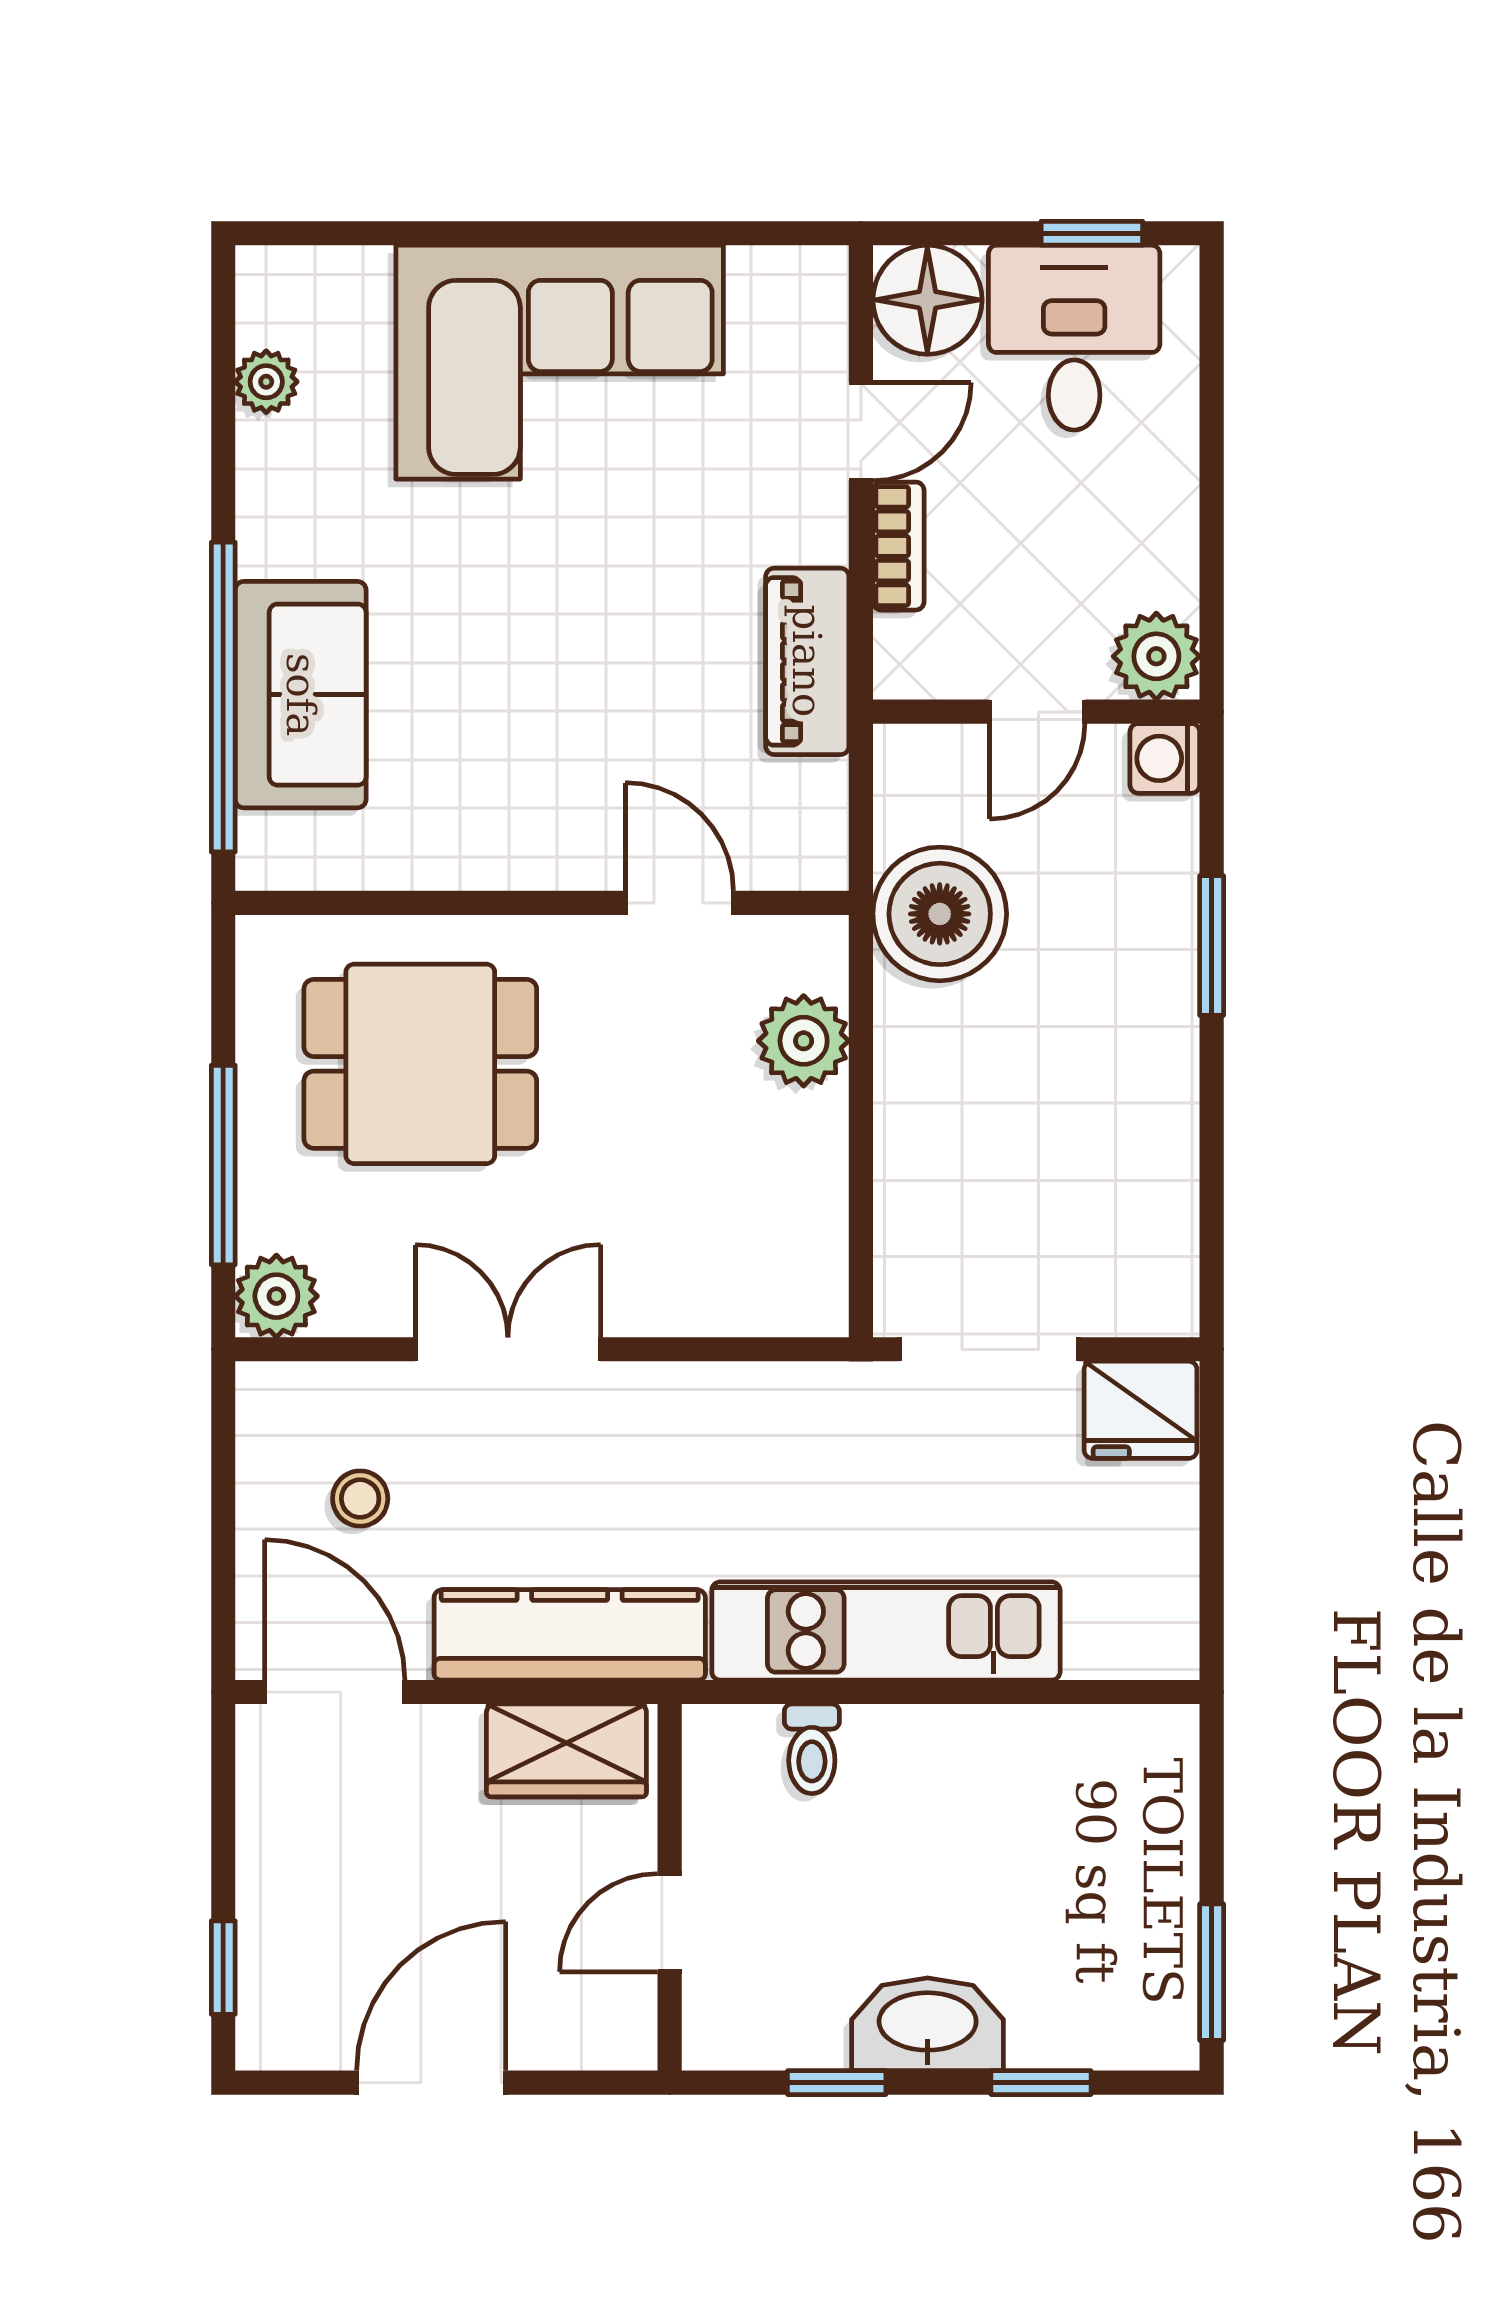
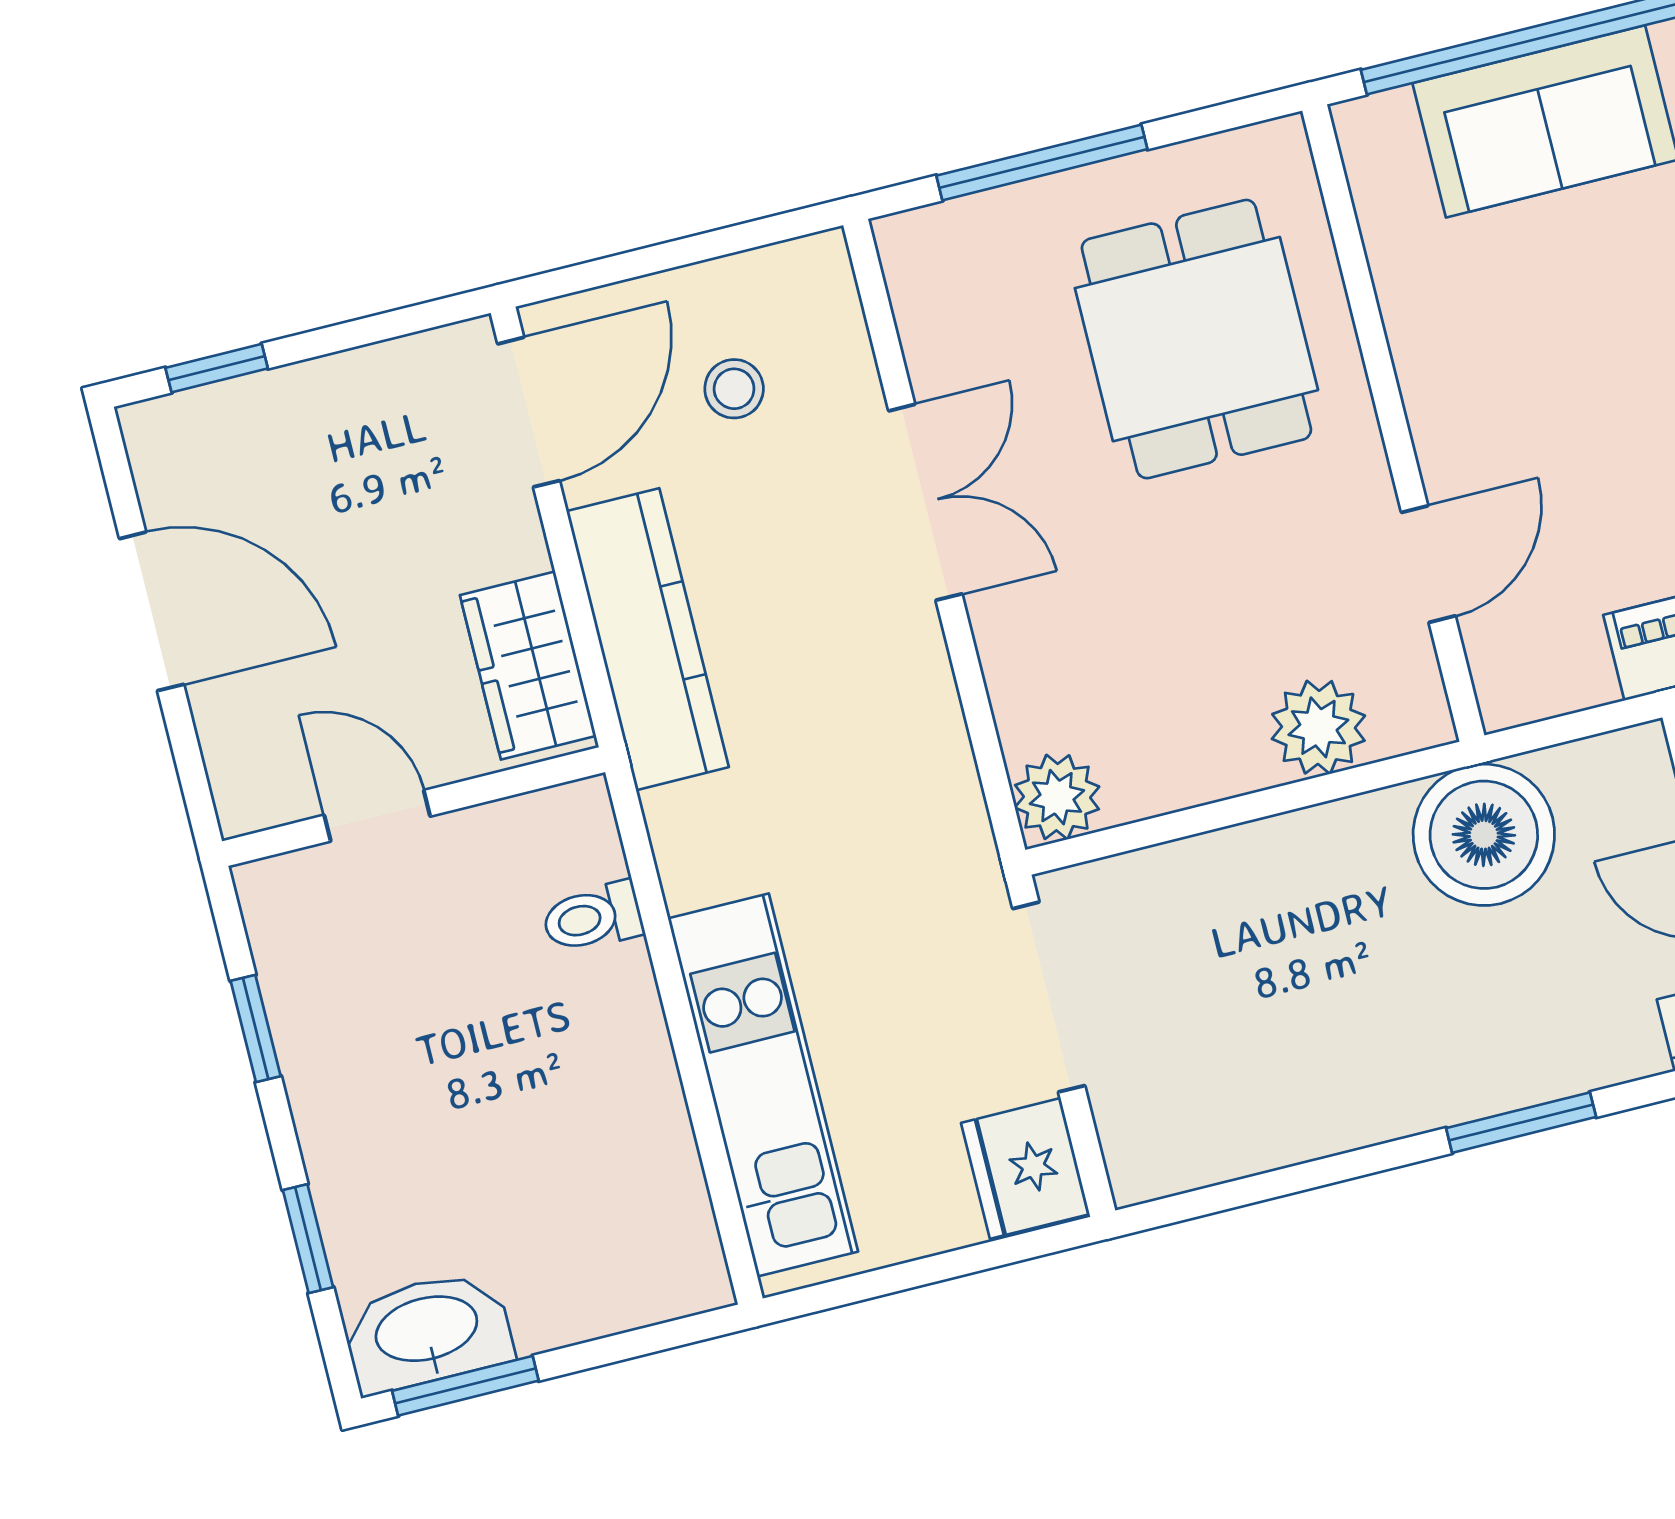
plant: (276, 1296) -> (1057, 797), moved
kitchen unit: (886, 1631) -> (763, 1085), moved
washbasin: (928, 2024) -> (427, 1332), moved, turned -90

